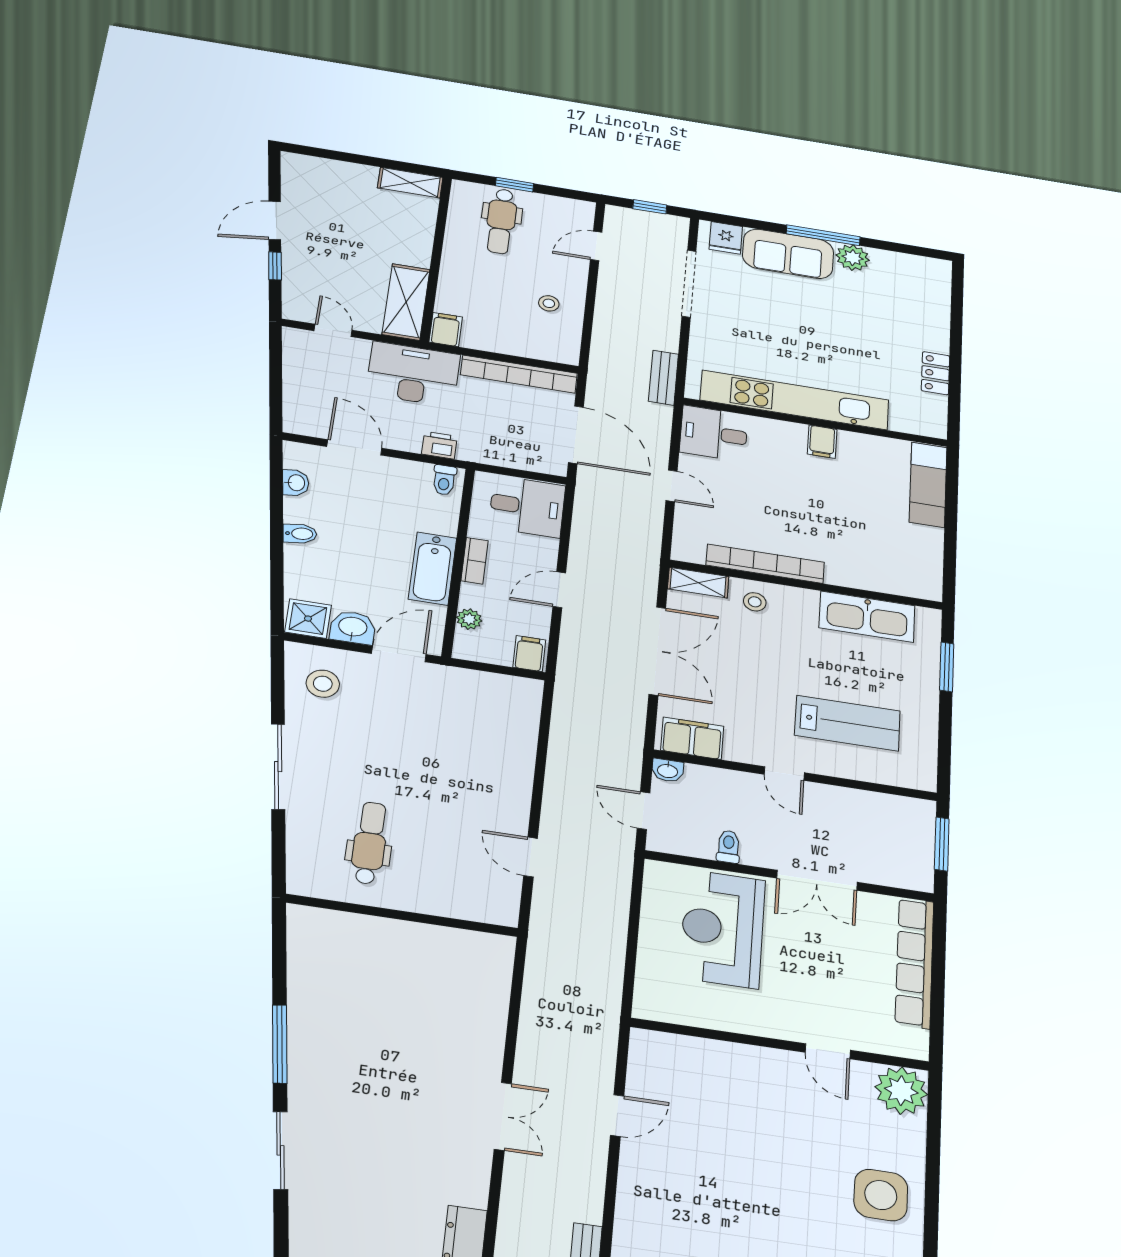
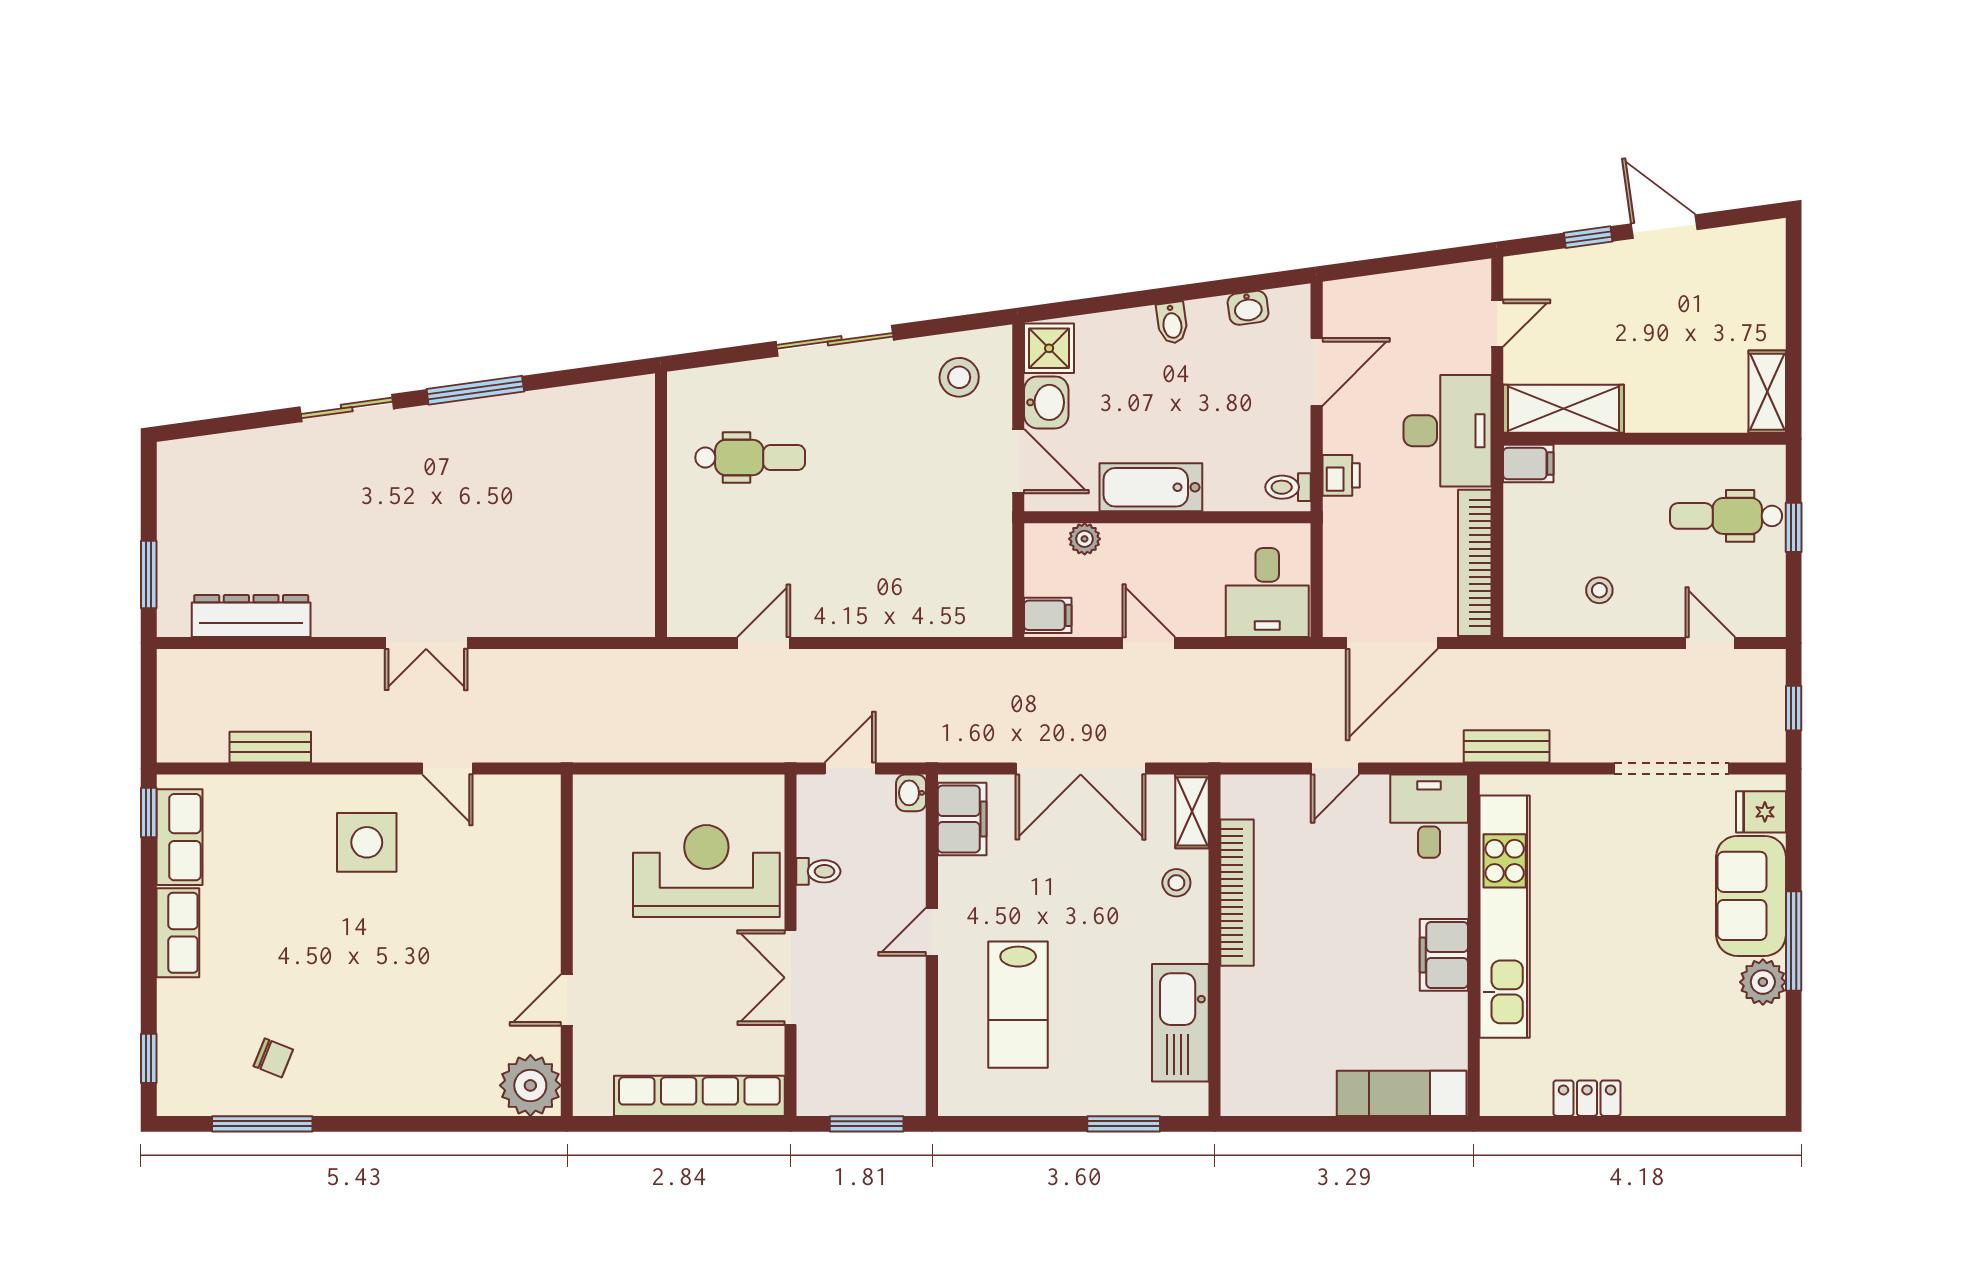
filing cabinet: (822, 442) -> (1444, 955), width x2.00
bookcase: (475, 561) -> (1172, 537), removed
side table: (881, 1195) -> (367, 842), moved

